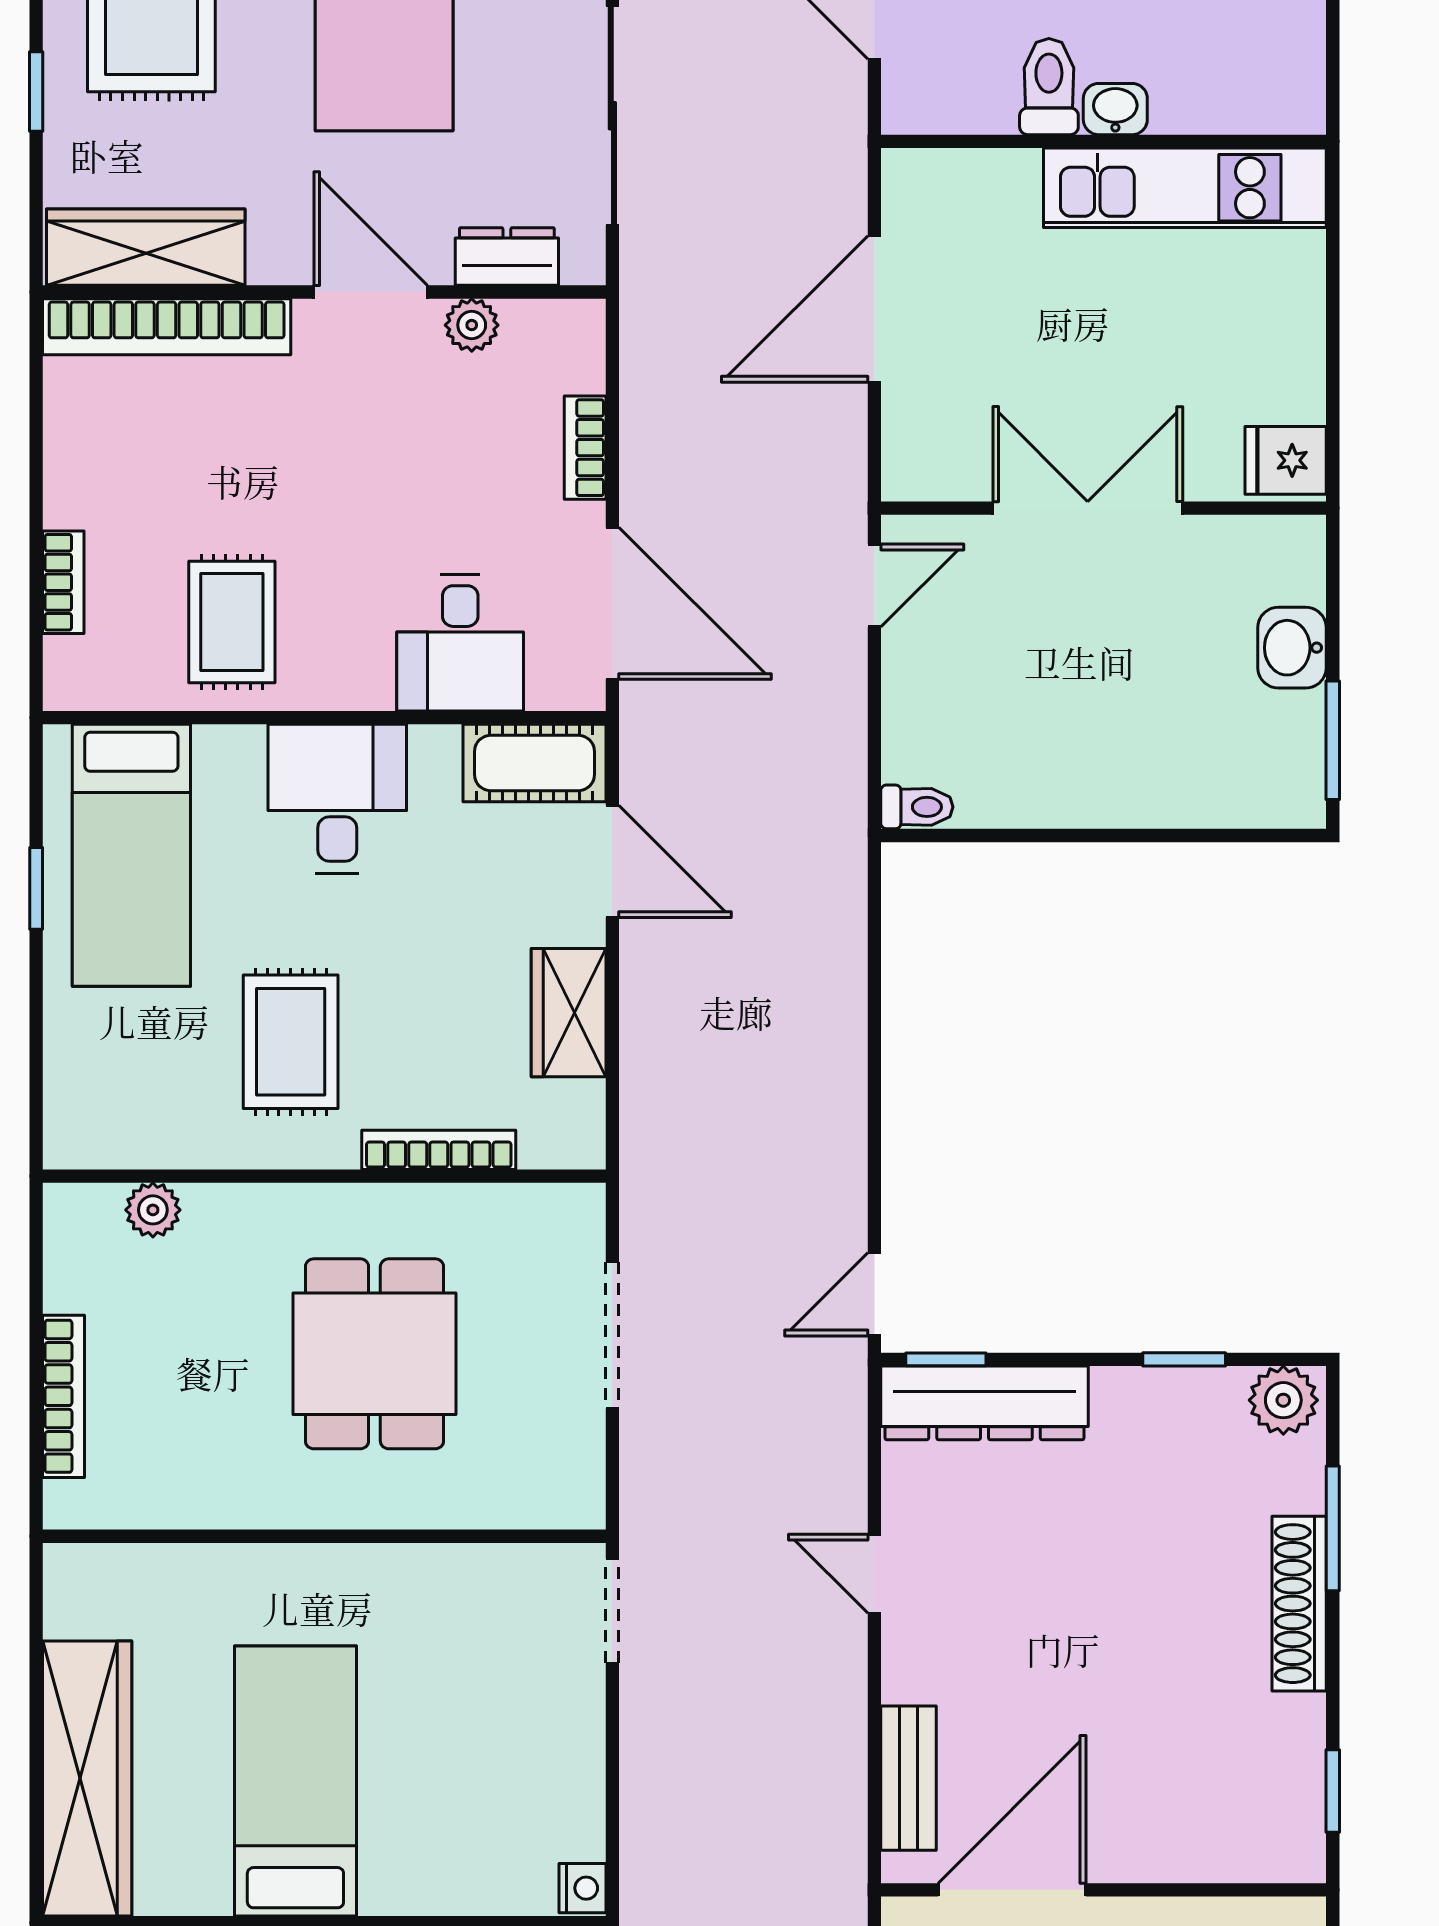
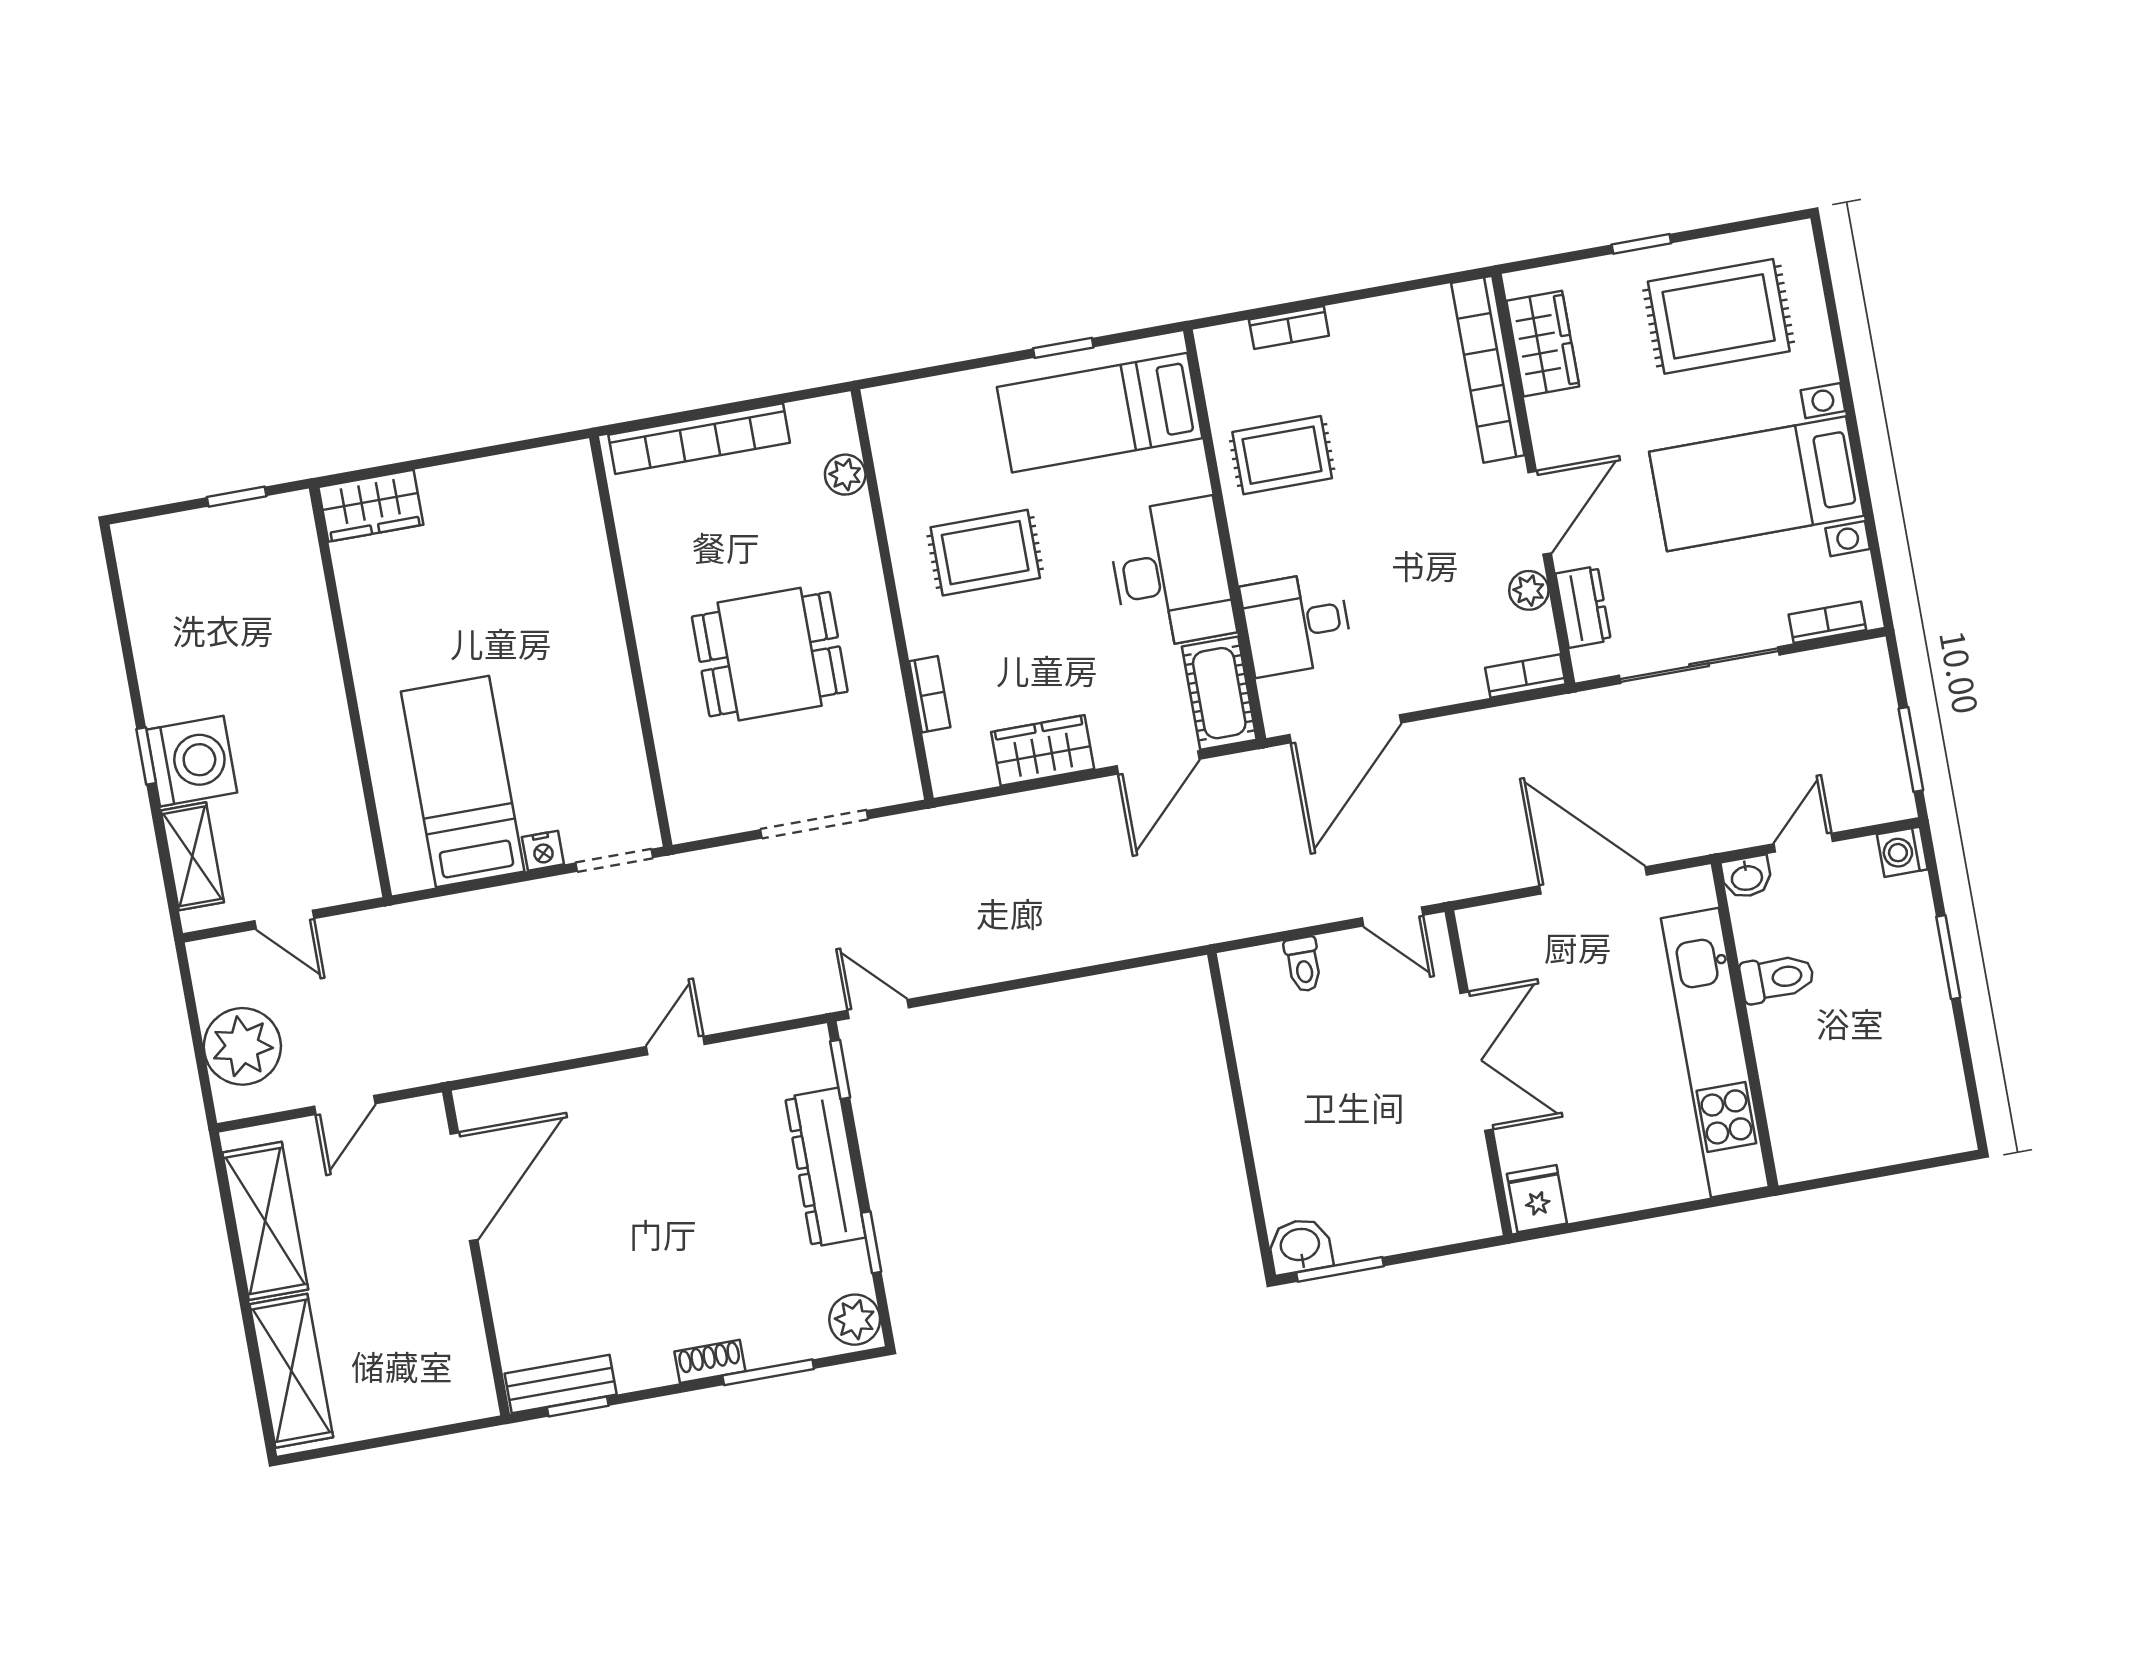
washbasin: (1115, 109) -> (1747, 877), moved, turned 90
kitchen unit: (1185, 188) -> (1715, 1053), width x1.36
wardrobe: (146, 247) -> (1543, 344), width x0.67
bookcase: (585, 448) -> (1525, 676), moved
washbasin: (1292, 648) -> (1300, 1246), moved
desk: (337, 799) -> (1171, 573), width x1.37
toilet: (917, 807) -> (1303, 964), moved
bookcase: (439, 1150) -> (930, 694), width x0.64
bookcase: (63, 1396) -> (699, 439), width x1.48, depth x1.31
dresser: (984, 1403) -> (825, 1167), moved
shoe rack: (1299, 1604) -> (710, 1361), width x0.51, depth x0.81
bench: (908, 1778) -> (561, 1384), moved
wardrobe: (87, 1779) -> (371, 506), width x0.48, depth x0.85
bed: (295, 1781) -> (463, 782), moved, turned -90
nightstand: (582, 1888) -> (543, 851), moved
door: (1012, 1890) -> (464, 1187), hinge flipped

